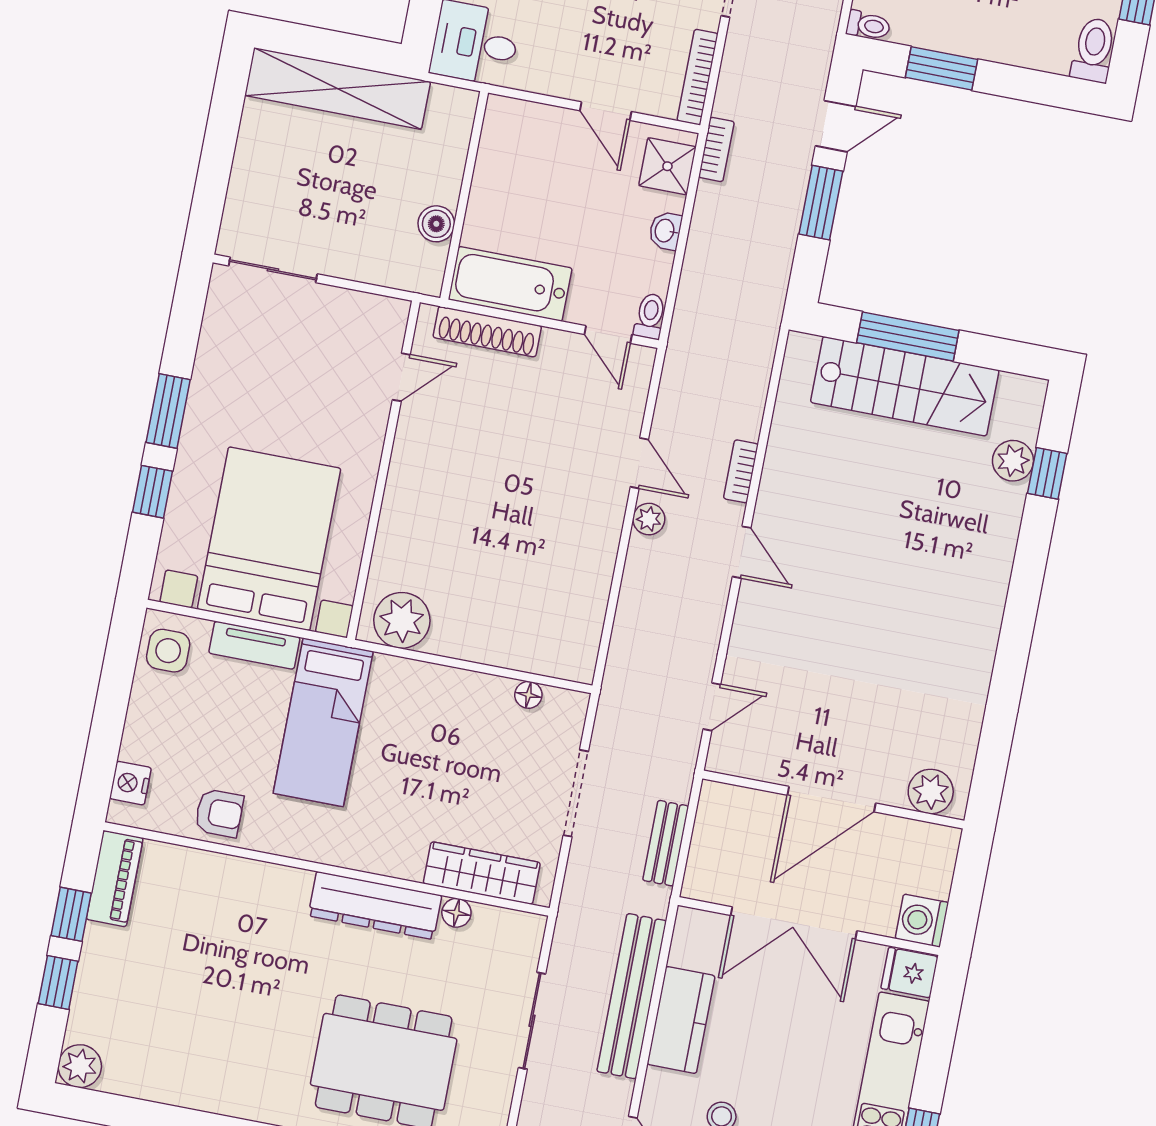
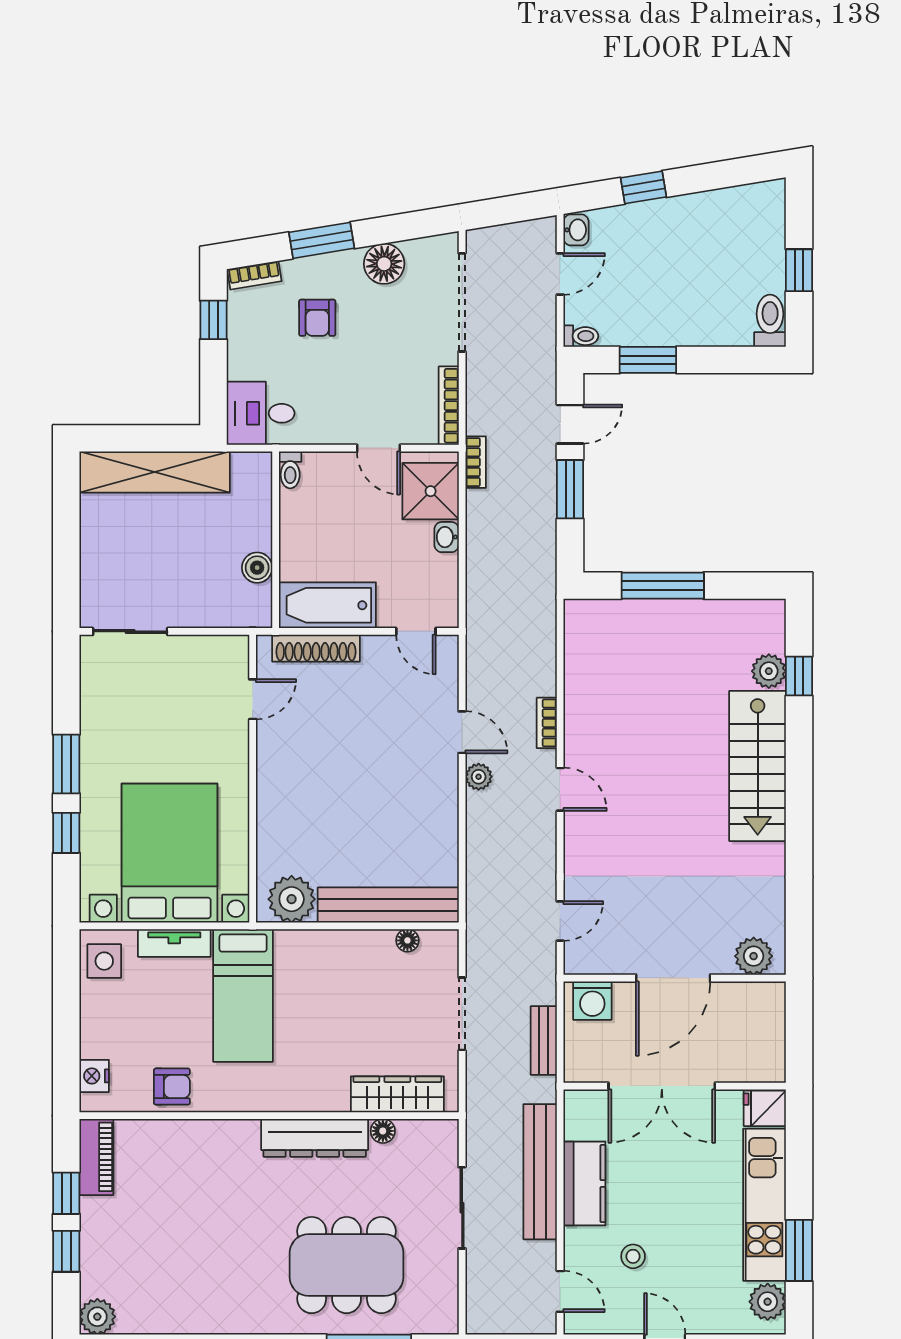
shower: (667, 166) -> (431, 491), width x1.36, depth x1.36
toilet: (650, 316) -> (290, 470), moved, turned 180
stairs: (905, 386) -> (758, 766), moved, turned 90
bench: (514, 649) -> (388, 905), added
washing machine: (922, 921) -> (592, 1001), moved, turned -90

